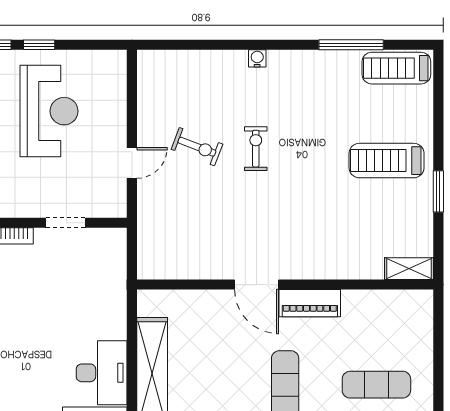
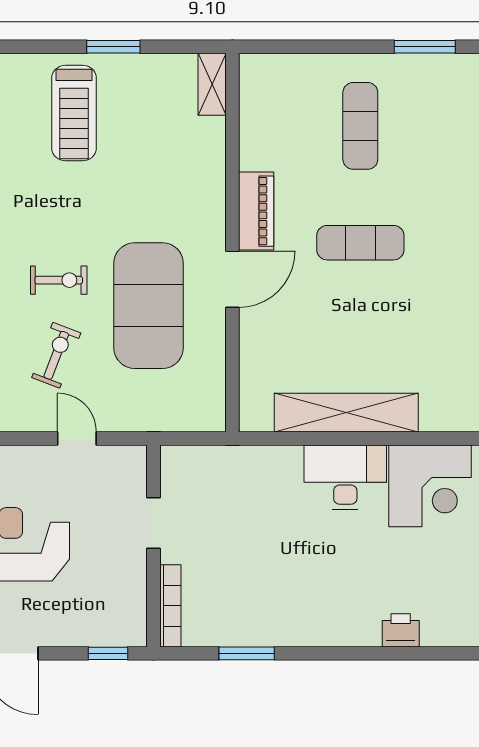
exercise bike: (256, 149) -> (59, 280), turned 180
exercise mat: (236, 219) -> (149, 306), added

